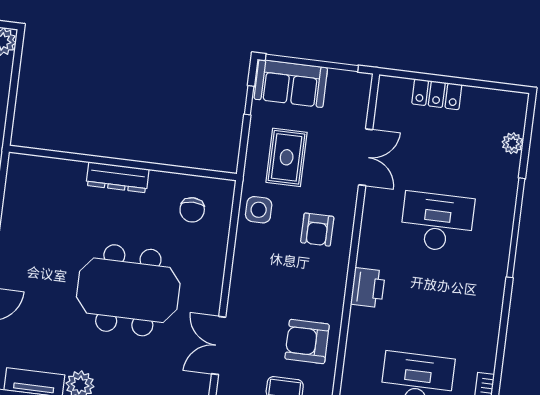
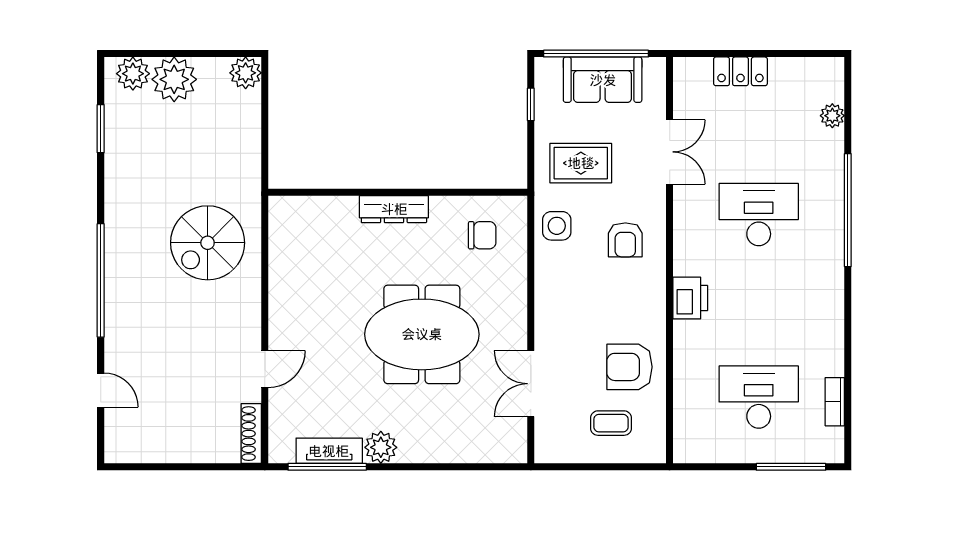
sofa: (291, 83) -> (603, 80), moved
rug: (287, 157) -> (581, 163), turned 90
chair: (192, 210) -> (482, 235), turned -90

